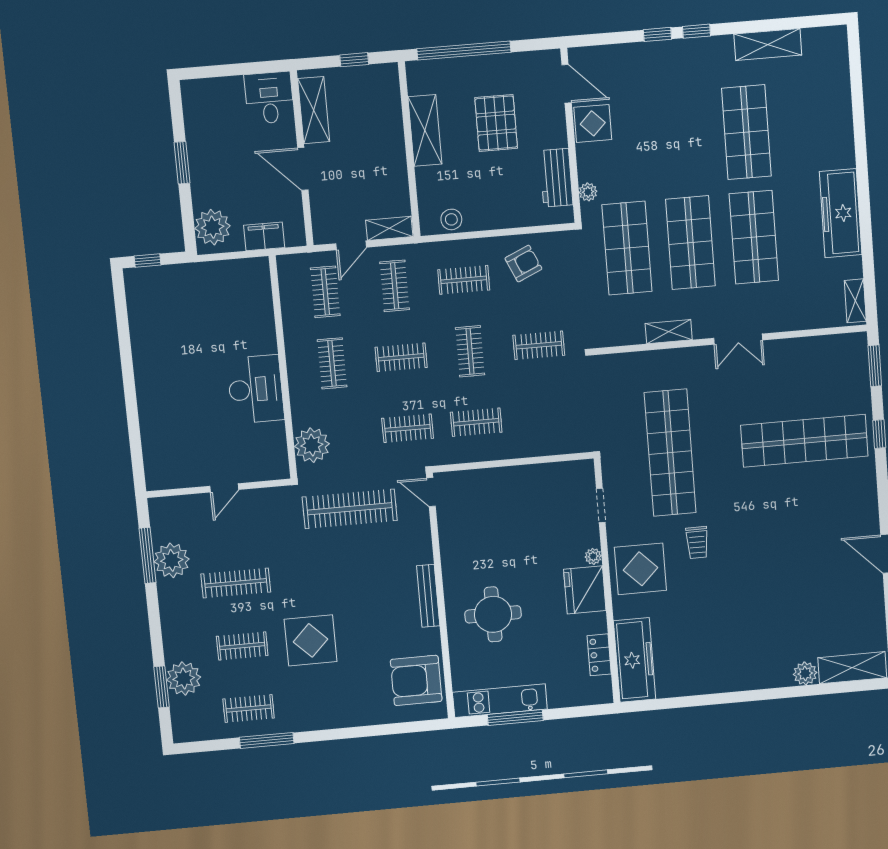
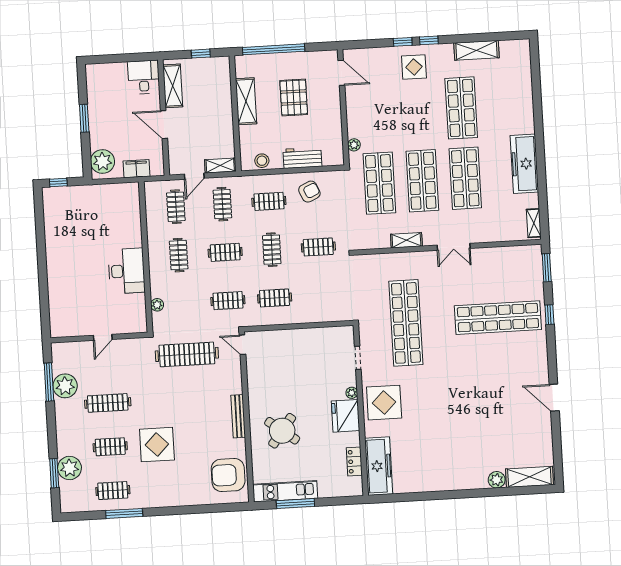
display table: (593, 123) -> (414, 67), moved
workbench: (556, 178) -> (302, 158), moved, turned 90
plant: (312, 445) -> (157, 305), width x0.53, depth x0.53
trolley: (697, 542) -> (423, 386), removed
round table: (493, 614) -> (282, 431), turned 37

